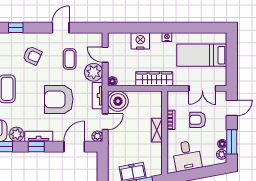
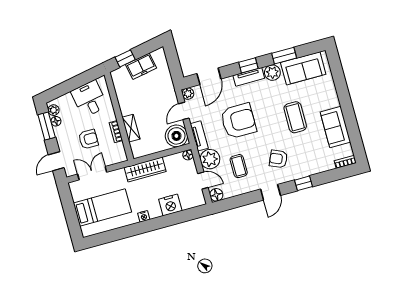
door: (61, 28) -> (271, 192), moved
floor lamp: (97, 39) -> (216, 195), added
shelving: (157, 130) -> (131, 128), moved

